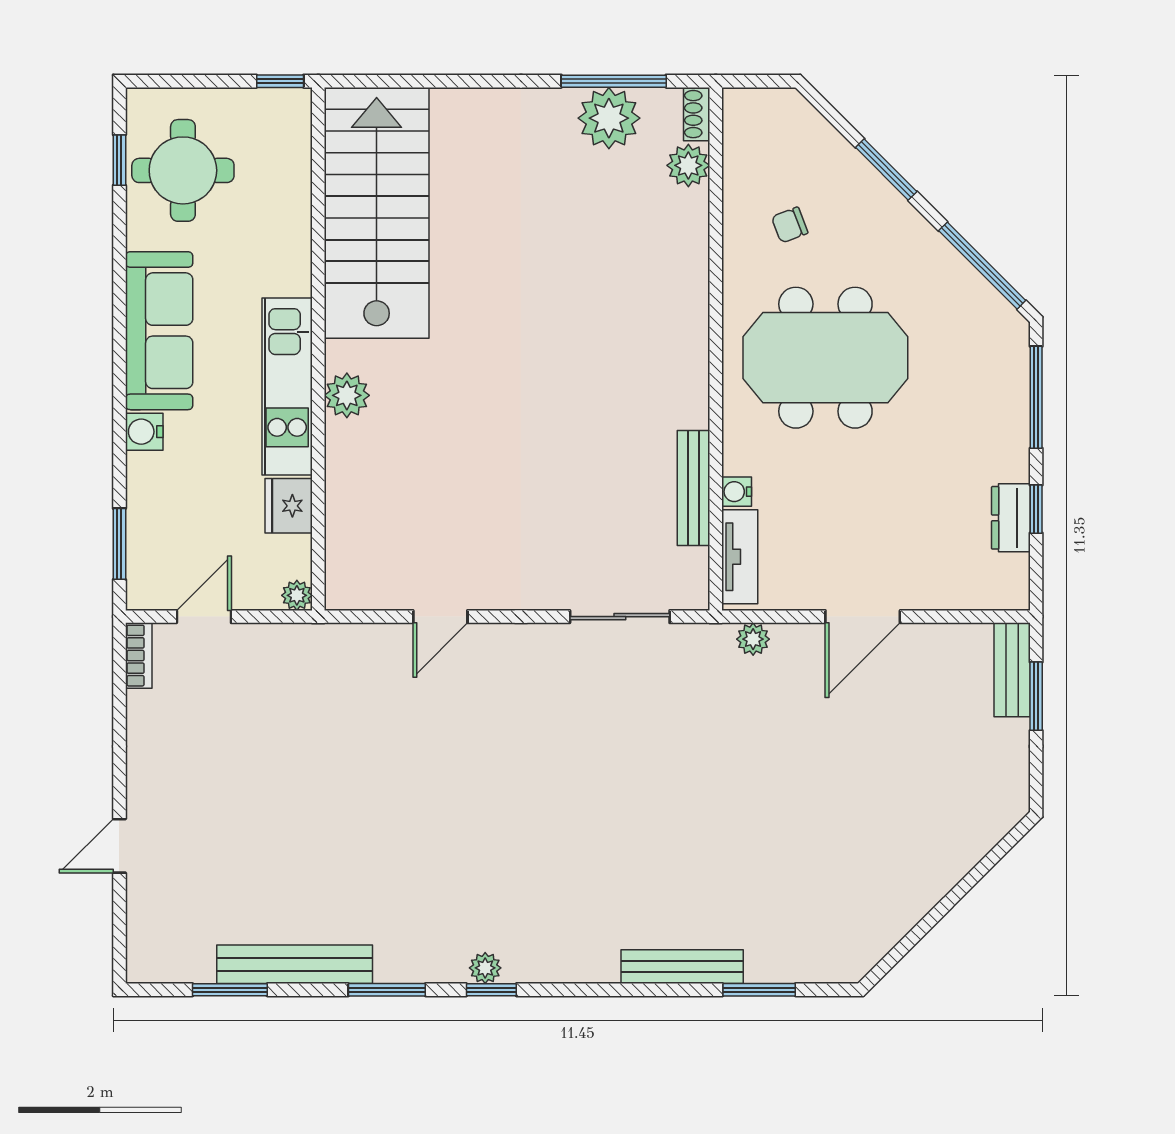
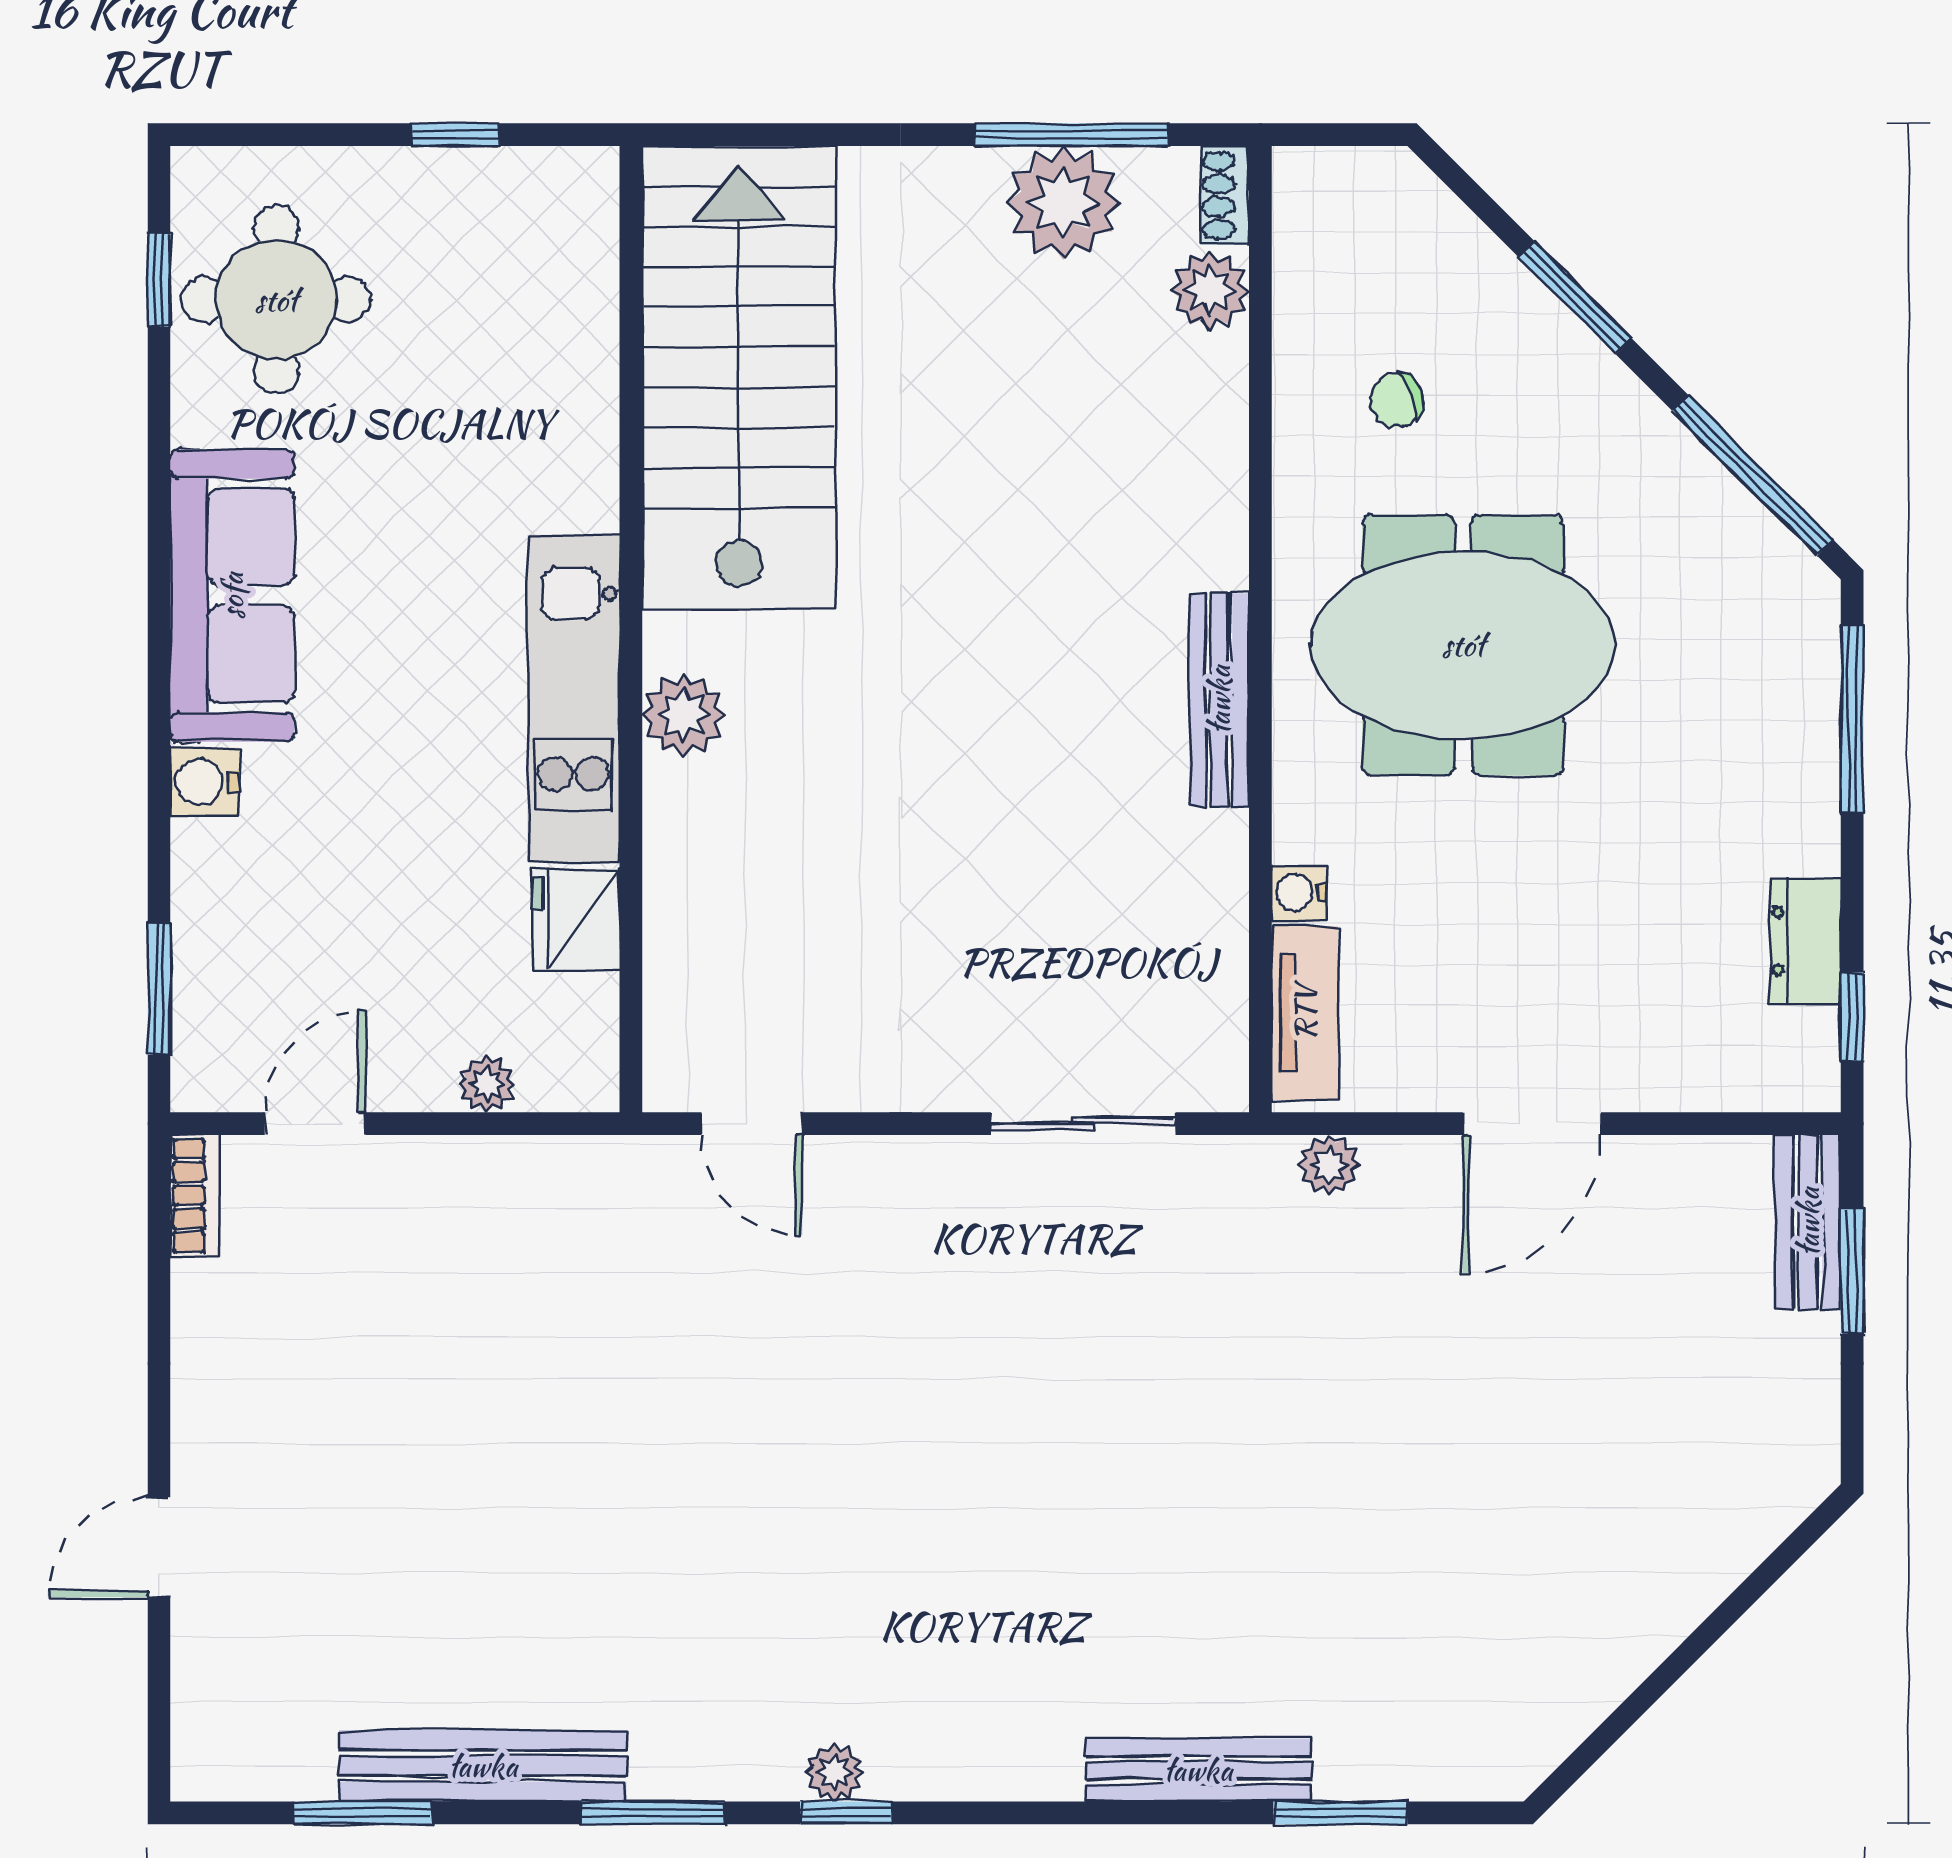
stairs: (377, 213) -> (739, 378), moved
wall: (318, 349) -> (631, 629), moved
kitchen unit: (287, 387) -> (574, 699), moved
plant: (347, 395) -> (684, 715), moved
bench: (693, 488) -> (1219, 700), moved
fridge: (289, 506) -> (576, 919), moved
window: (1036, 509) -> (1852, 1017), moved
door: (440, 617) -> (752, 1124), hinge flipped

